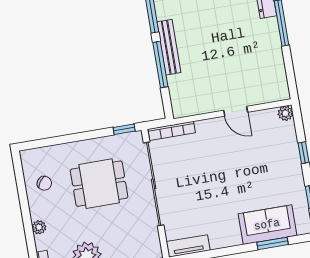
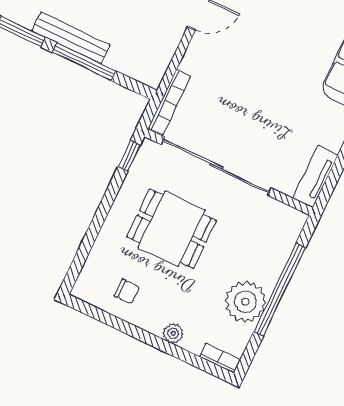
chair: (44, 183) -> (127, 292), turned 52
dining table: (99, 184) -> (172, 229), turned 90

